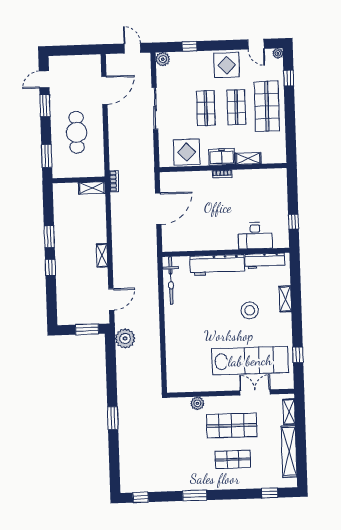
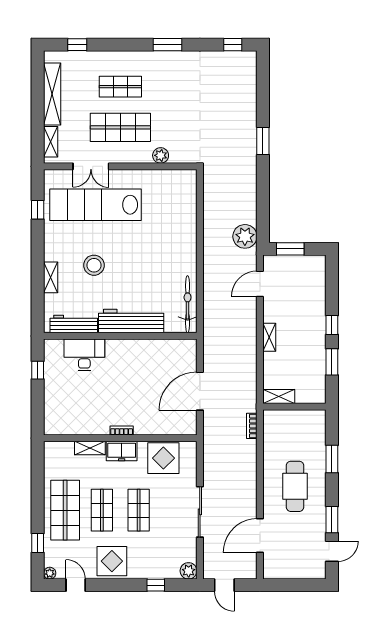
wall: (79, 180) -> (294, 407), moved
shelving: (92, 188) -> (279, 396), moved

